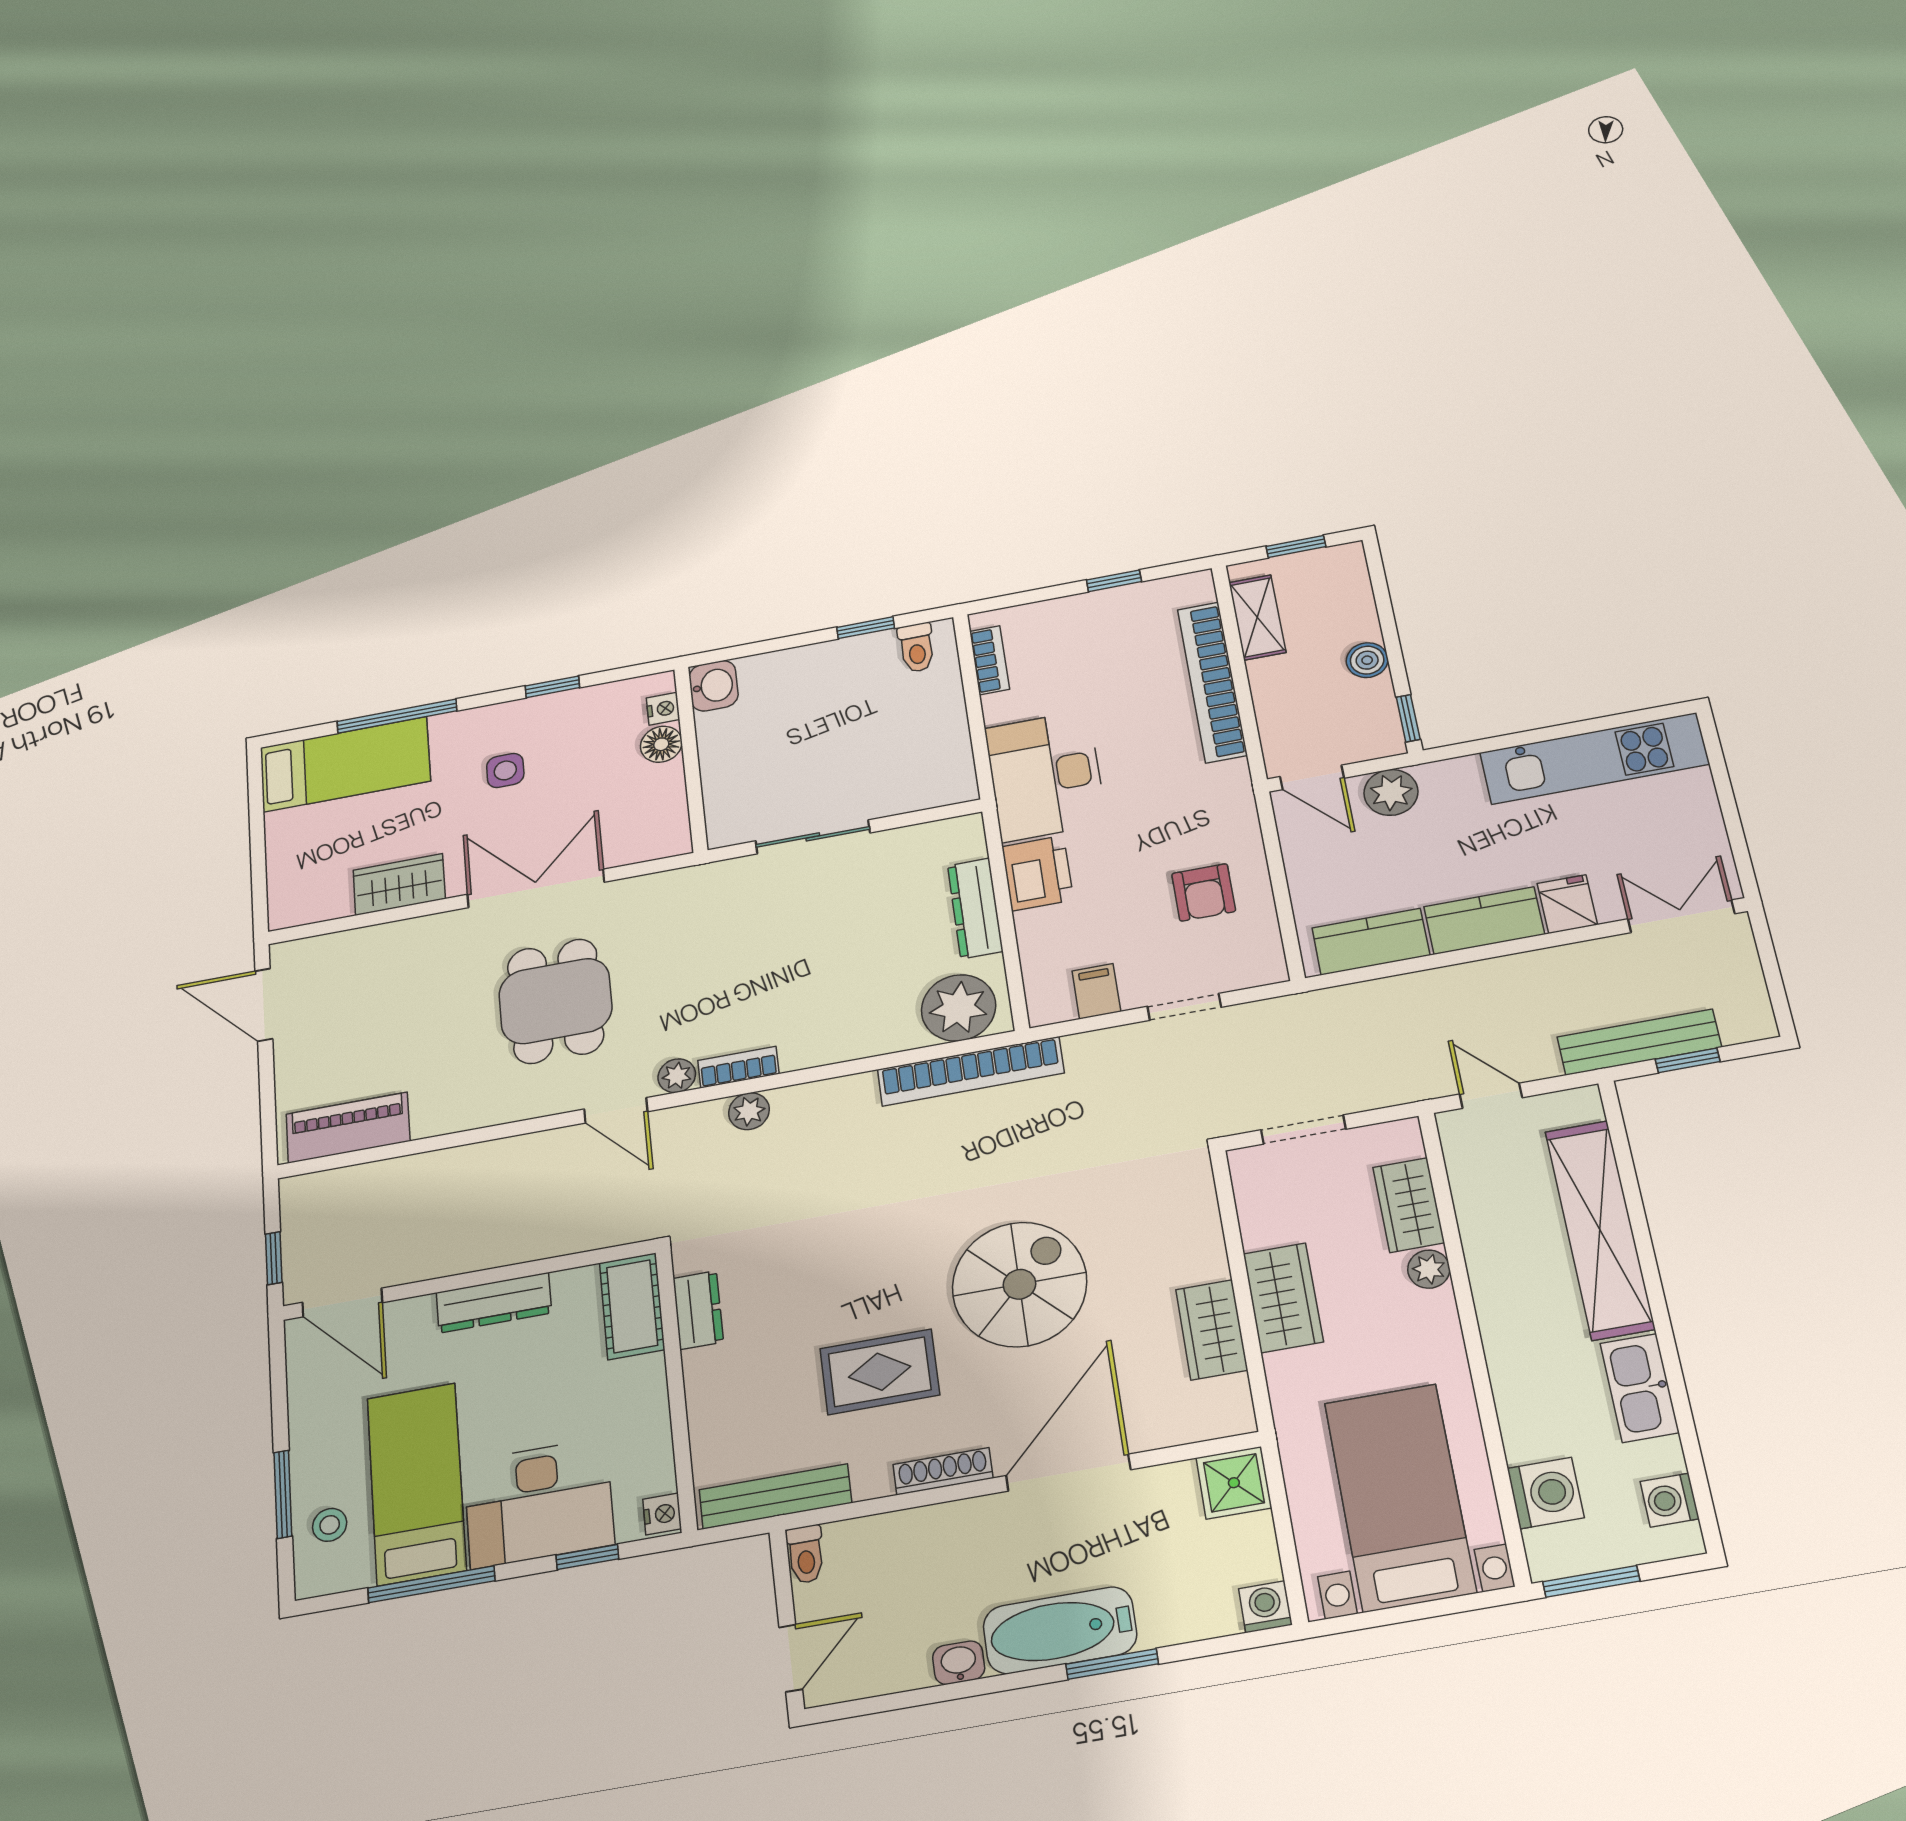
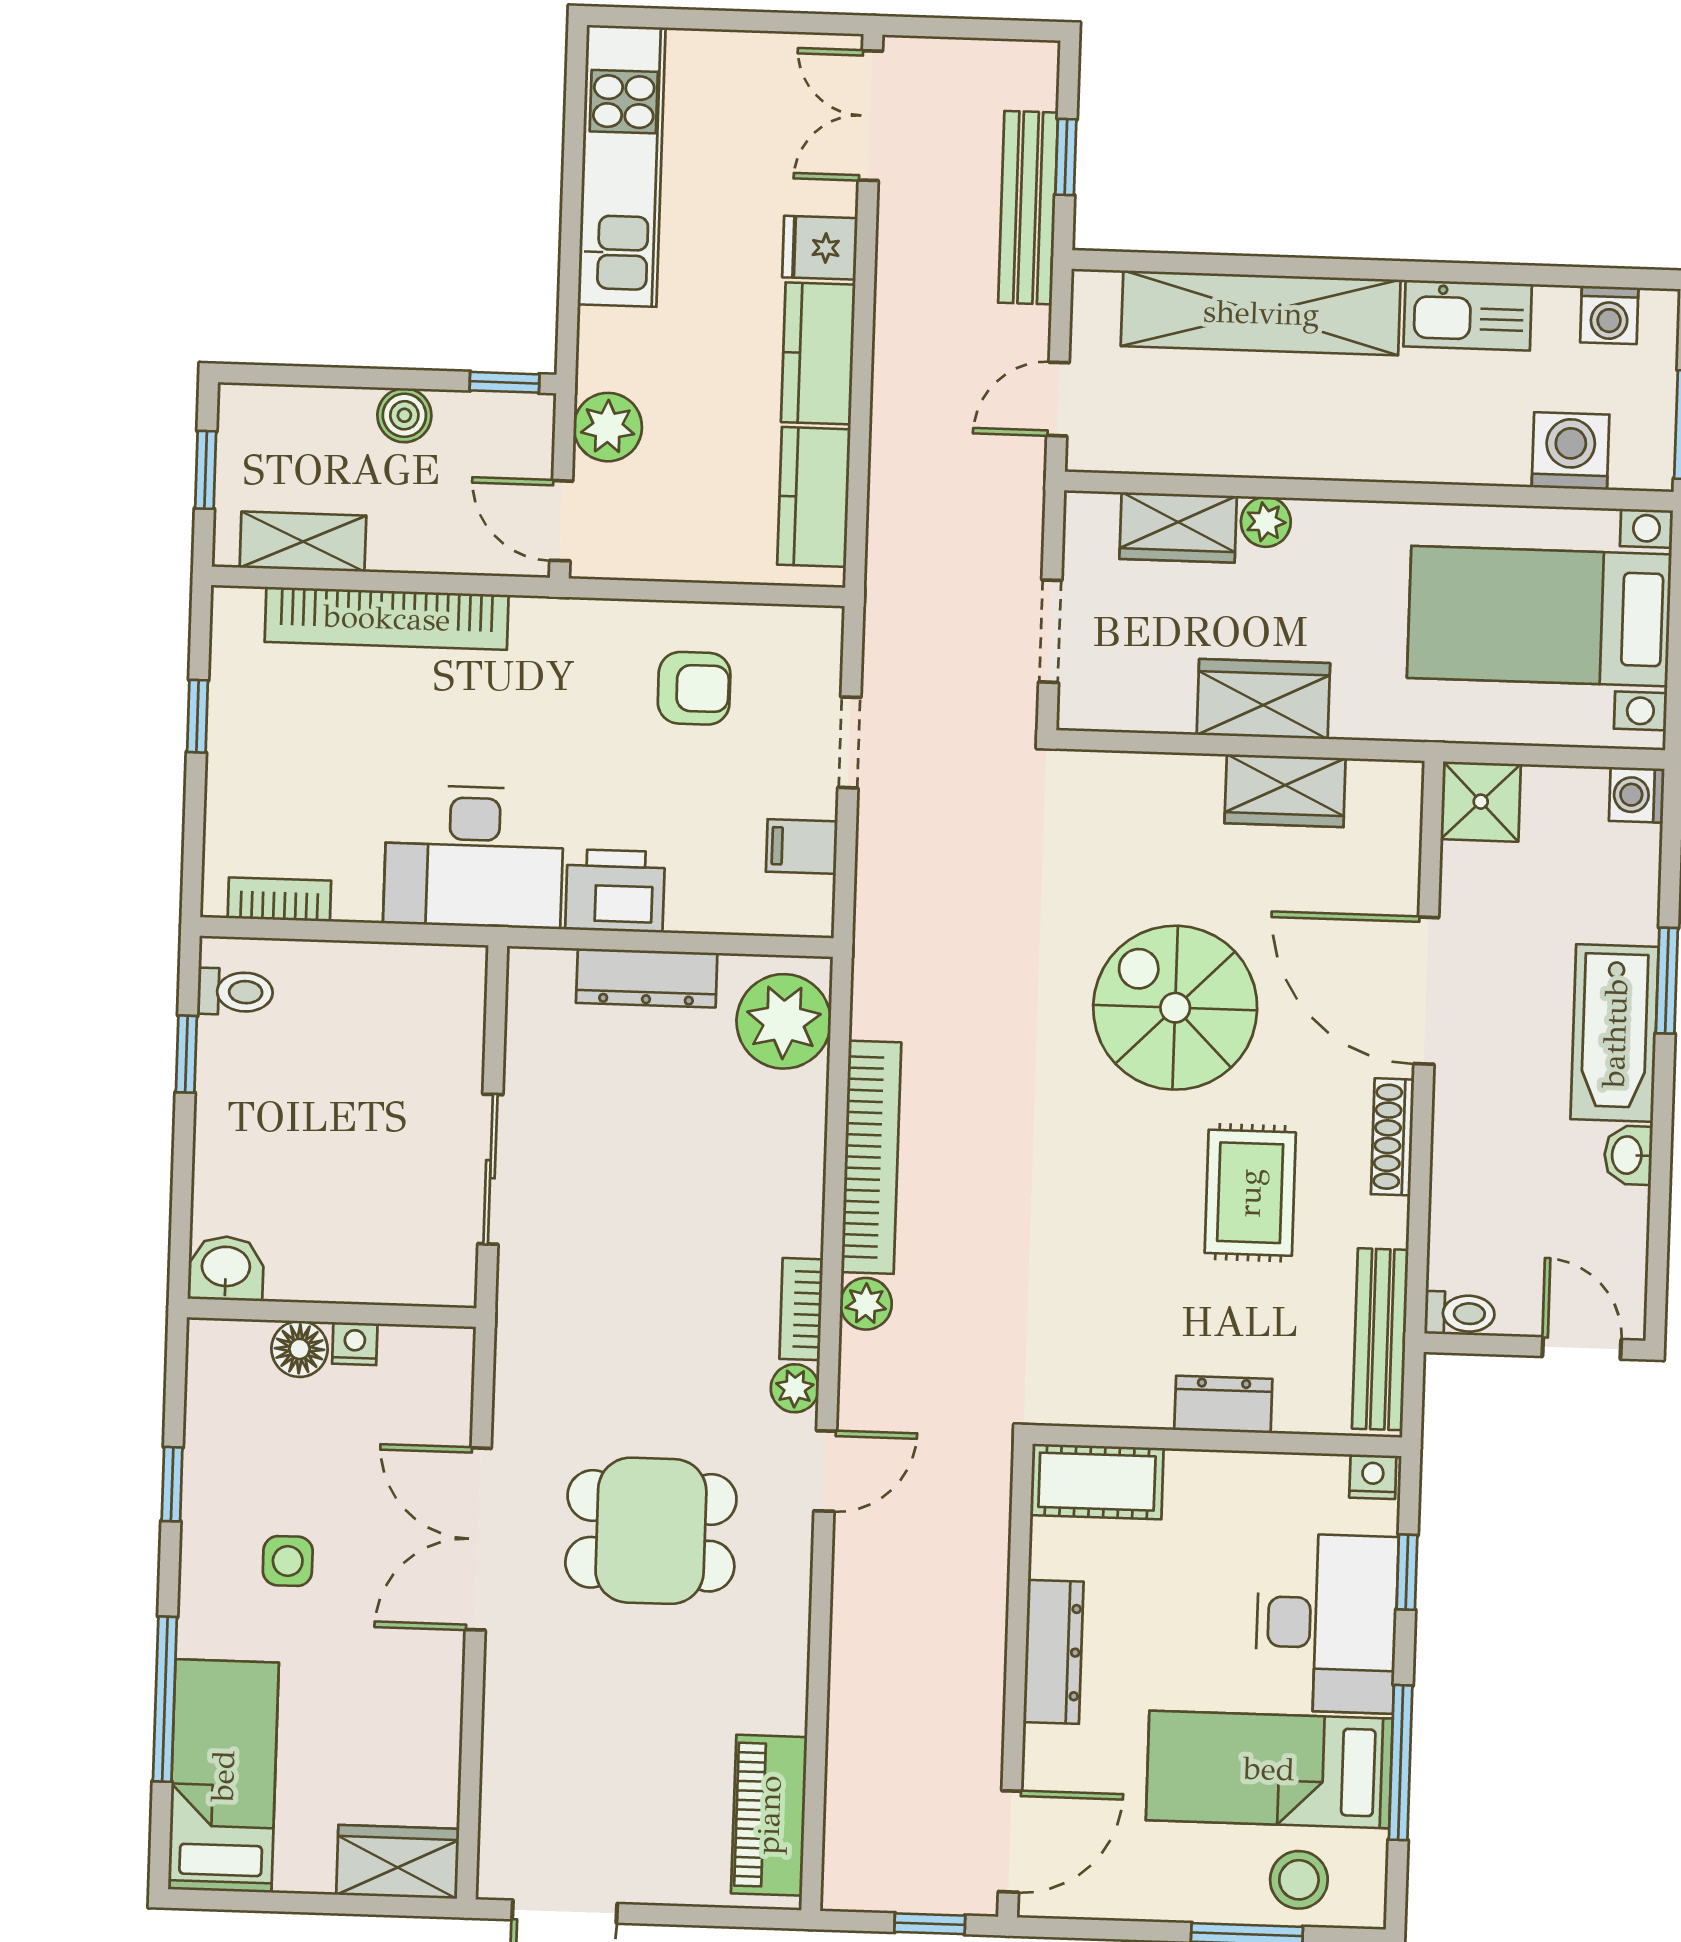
nightstand: (663, 709) -> (355, 1344), moved
door: (1312, 777) -> (561, 521), swing flipped
wardrobe: (399, 884) -> (398, 1862), moved, turned 90
bookcase: (971, 1071) -> (871, 1157), moved
dresser: (698, 1310) -> (1223, 1404), moved
stool: (330, 1525) -> (1299, 1880), width x1.37, depth x1.37

